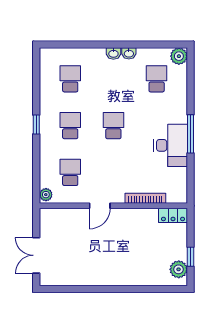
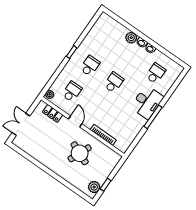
plant: (179, 56) -> (131, 38), moved
school desk: (70, 79) -> (108, 40), removed
desk: (171, 145) -> (147, 102), moved
door: (100, 206) -> (75, 121), swing flipped
locker: (173, 215) -> (52, 113), moved
round table: (132, 241) -> (80, 153), added

